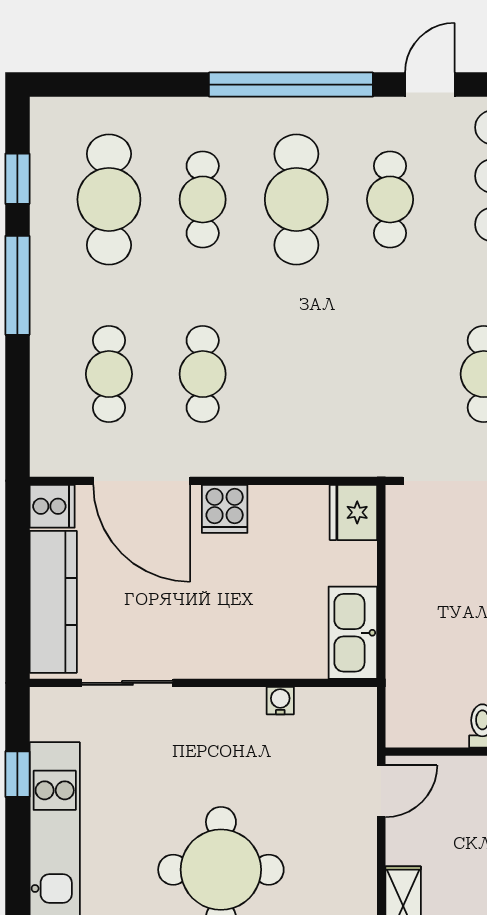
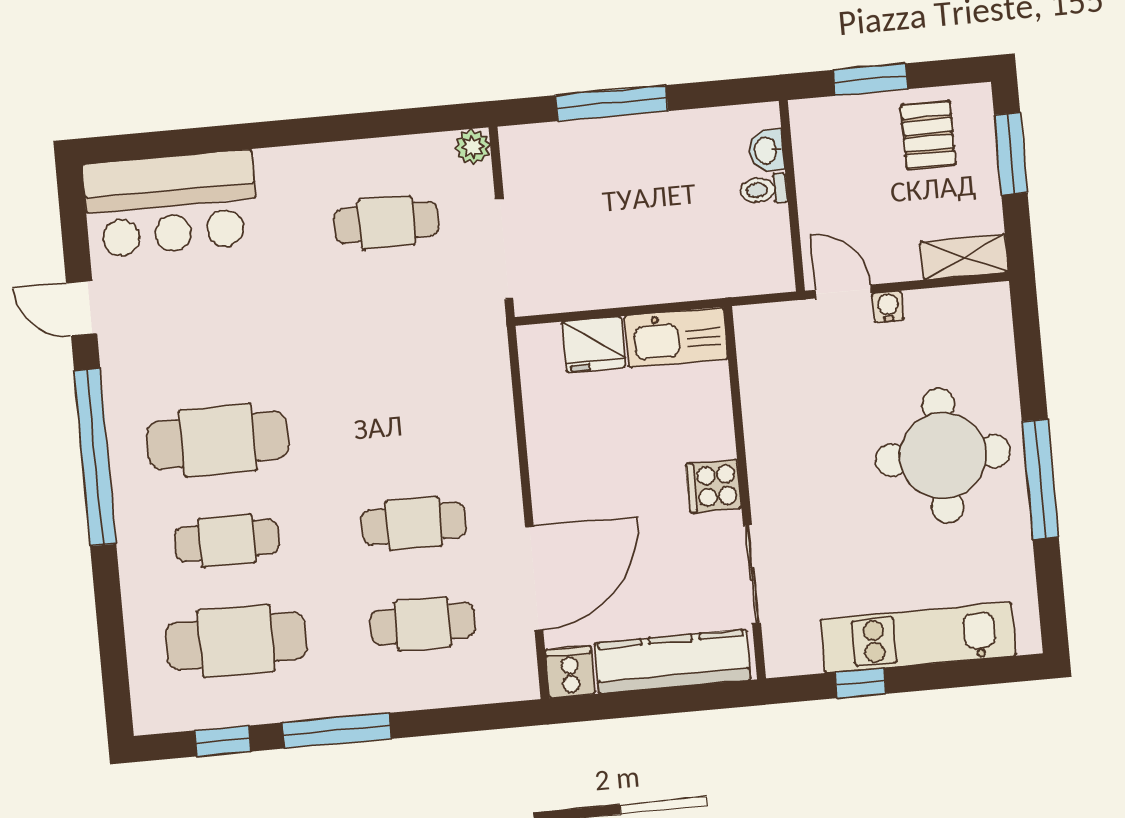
cafe table: (390, 199) -> (209, 340), removed
cooker: (225, 509) -> (714, 486), moved, turned 180
fridge: (353, 512) -> (594, 344), moved
water cooler: (280, 701) -> (888, 307), moved, turned 90

